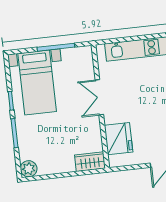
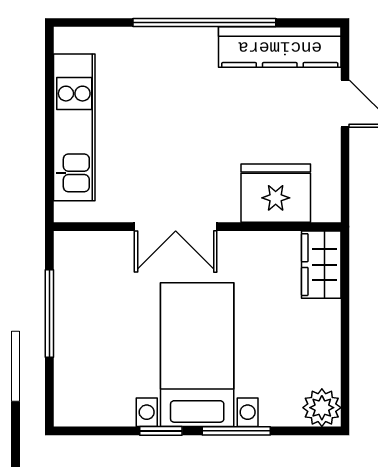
bed with nightstands: (37, 82) -> (197, 355), moved, turned -90

